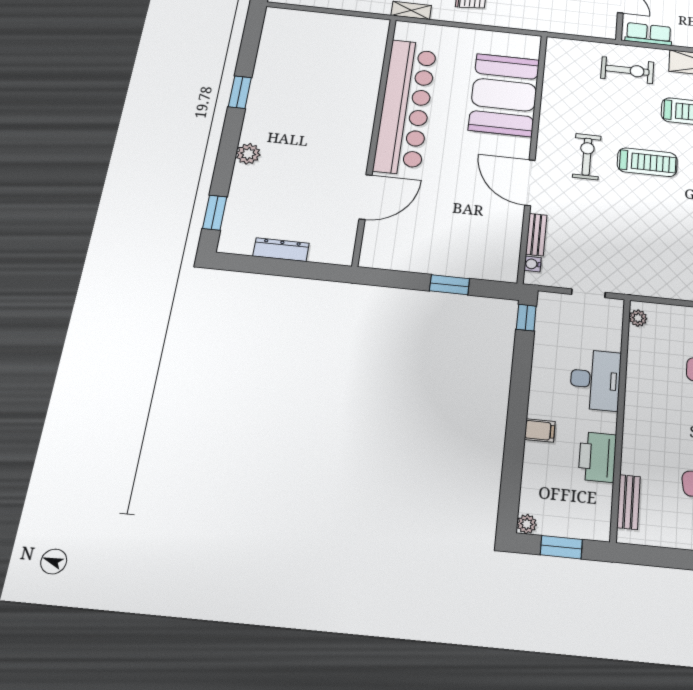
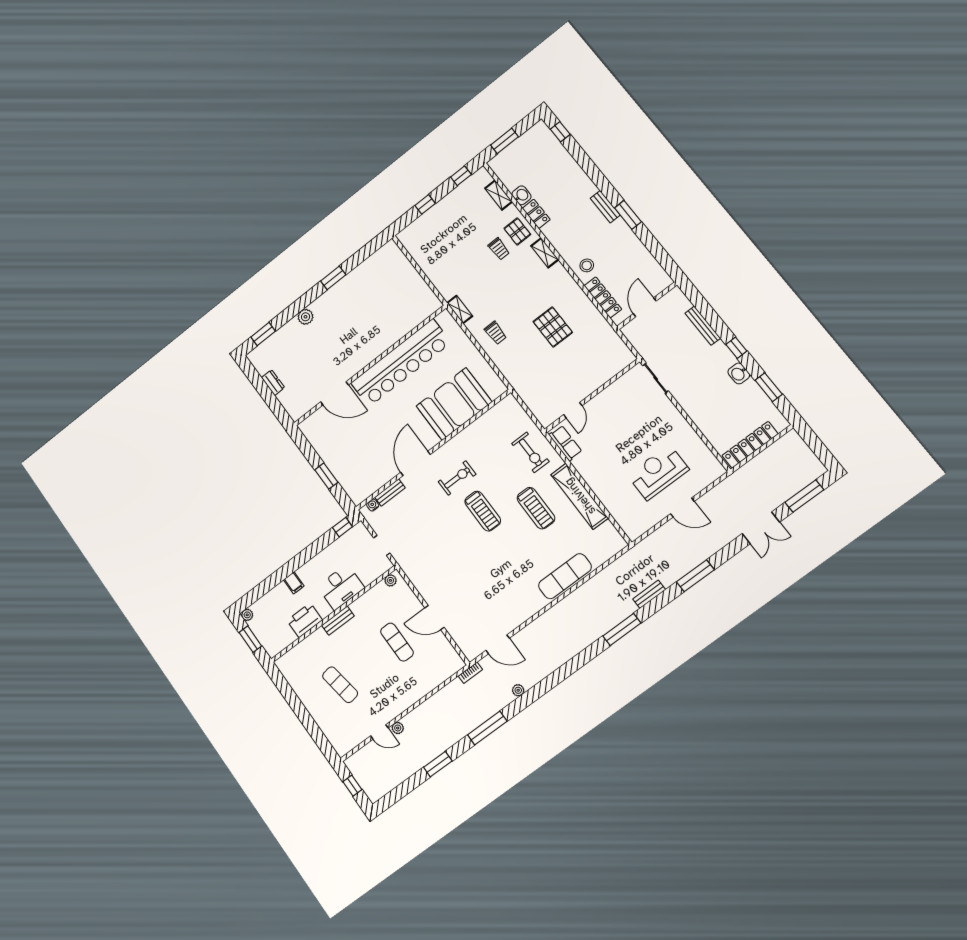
dresser: (281, 250) -> (273, 383), width x0.70
bench: (629, 502) -> (338, 621), moved

